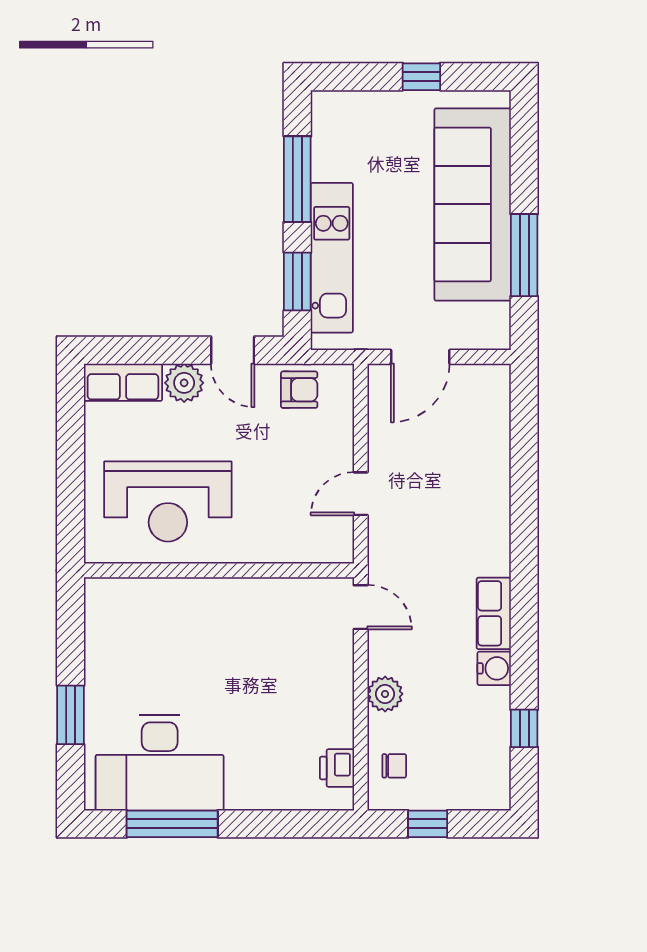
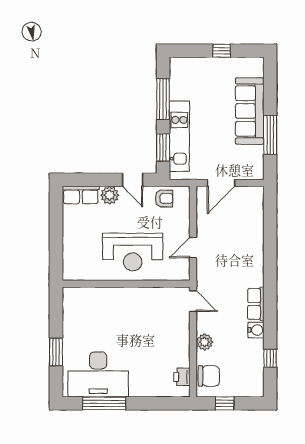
sofa: (473, 204) -> (250, 111), width x0.74, depth x0.79
reception desk: (168, 501) -> (133, 252), moved
chair: (394, 766) -> (209, 376), width x1.87, depth x1.87

